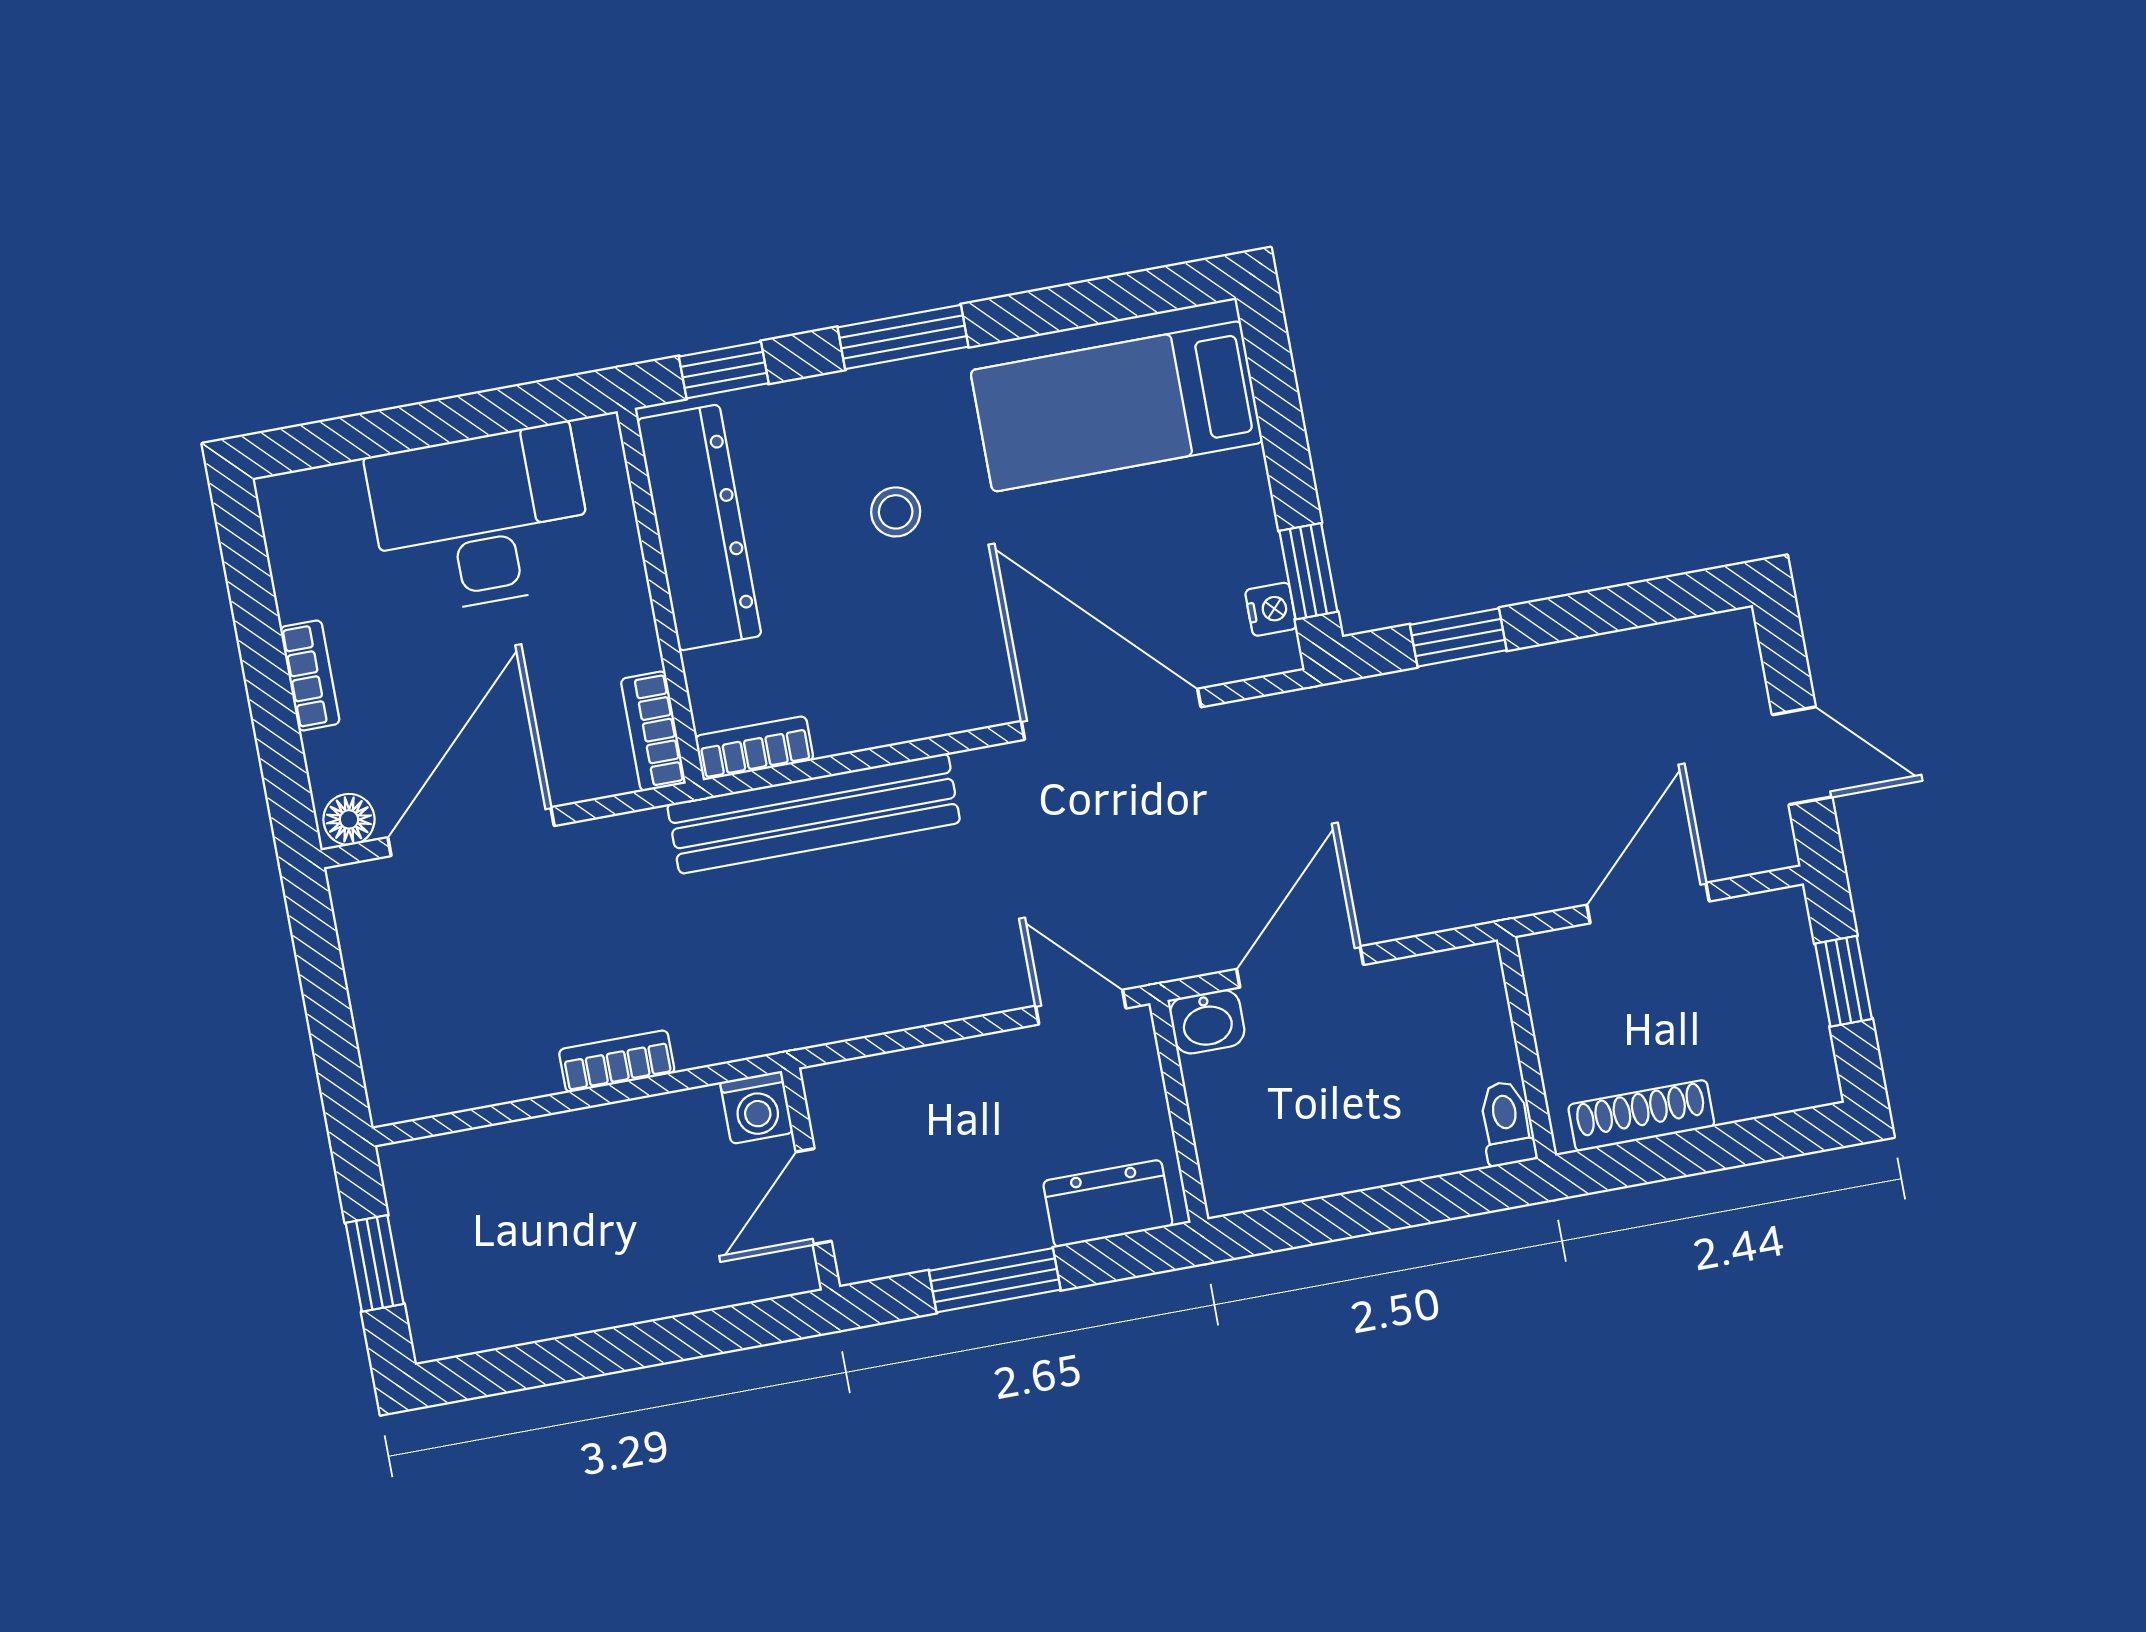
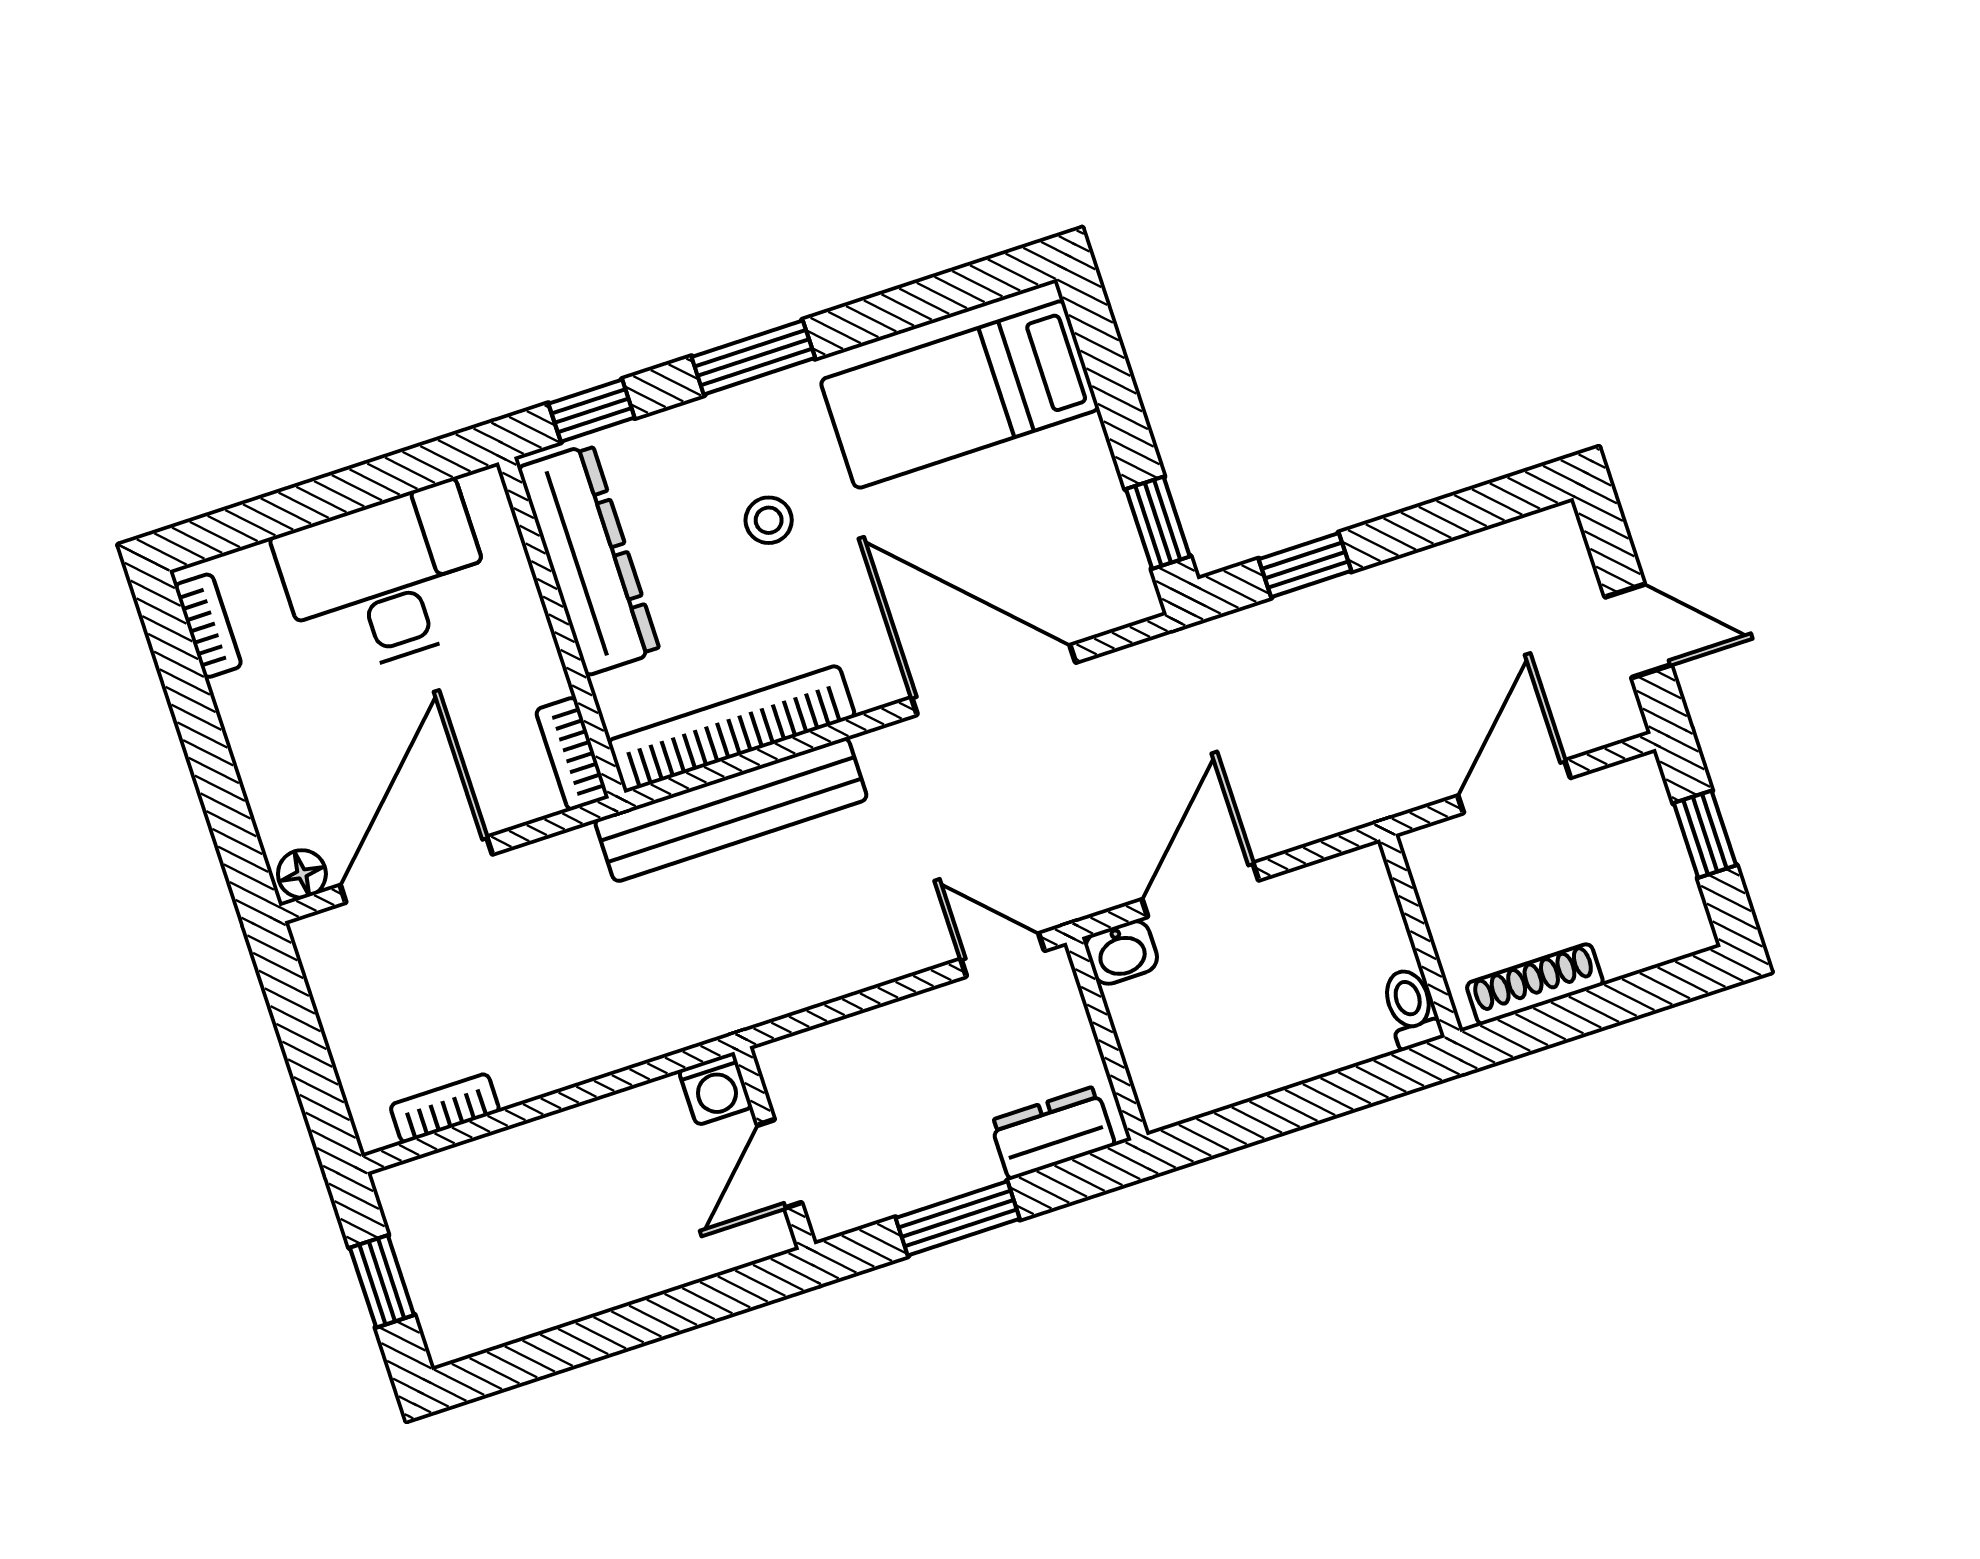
nightstand: (1271, 609) -> (1128, 563), removed
bookcase: (310, 675) -> (208, 626), moved
bookcase: (754, 748) -> (731, 729), width x2.31, depth x1.31
bookcase: (617, 1061) -> (445, 1108), moved

